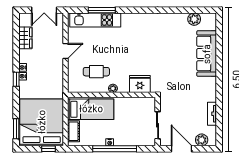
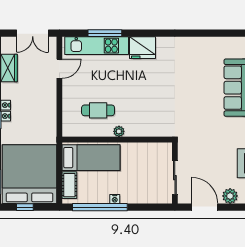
plant: (194, 19) -> (221, 45), removed
door: (66, 51) -> (59, 69), moved
fridge: (140, 84) -> (143, 48), moved, turned 180
window: (49, 149) -> (25, 207), moved
window: (115, 149) -> (100, 207), moved

